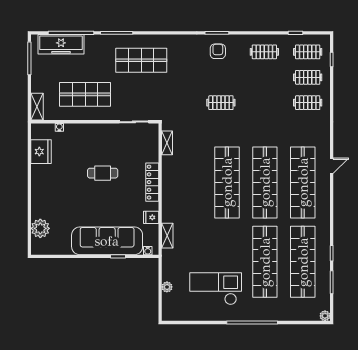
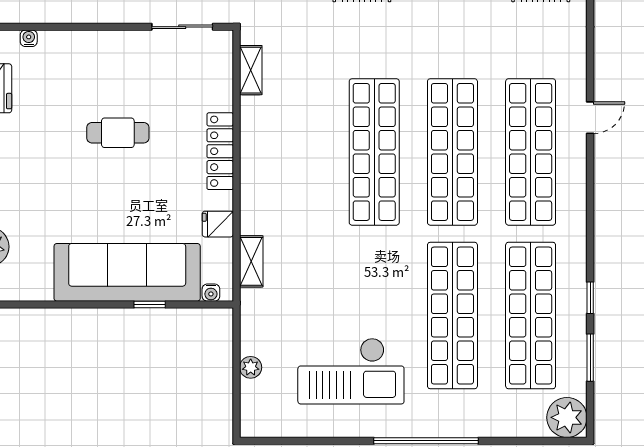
checkout: (216, 289) -> (351, 371), turned 180
plant: (325, 316) -> (567, 417), width x1.88, depth x1.88

